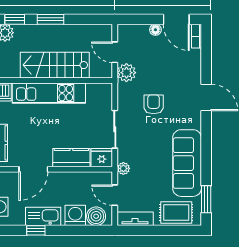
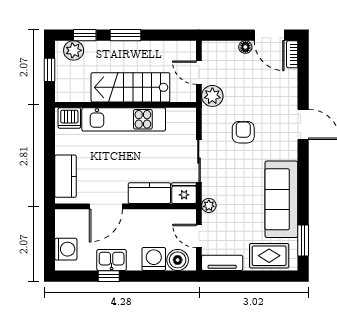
kitchen sink: (43, 216) -> (112, 260), width x0.73

